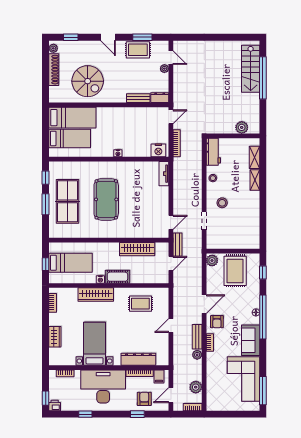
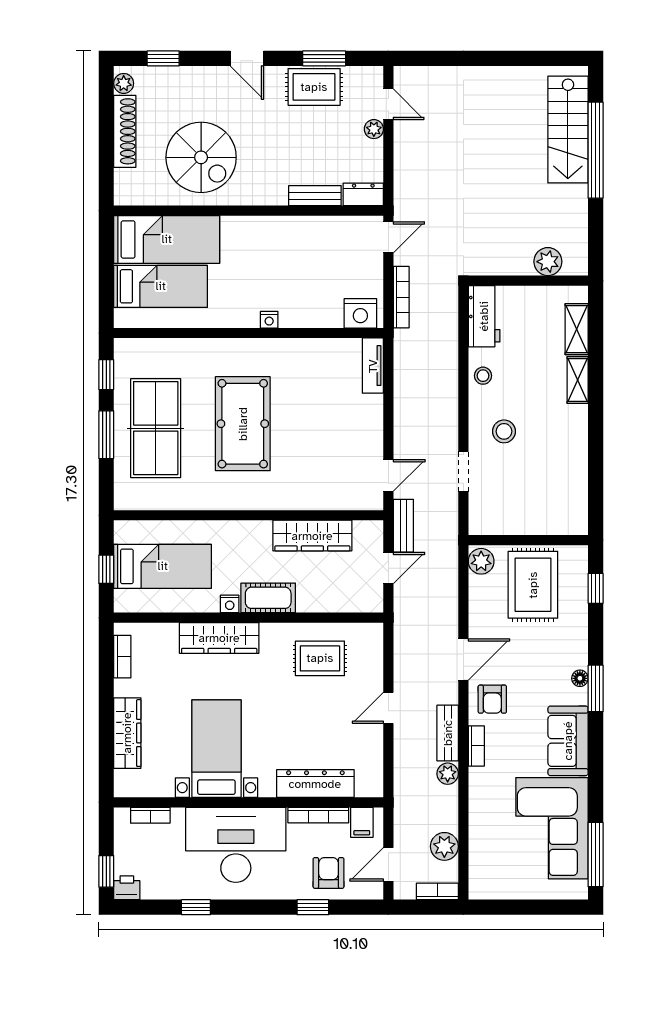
window: (263, 317) -> (596, 688), width x0.47
wardrobe: (55, 337) -> (127, 733), width x1.50

